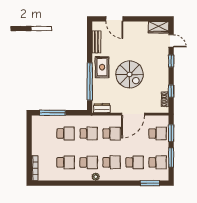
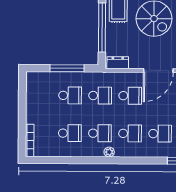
window: (52, 113) -> (67, 68), moved

